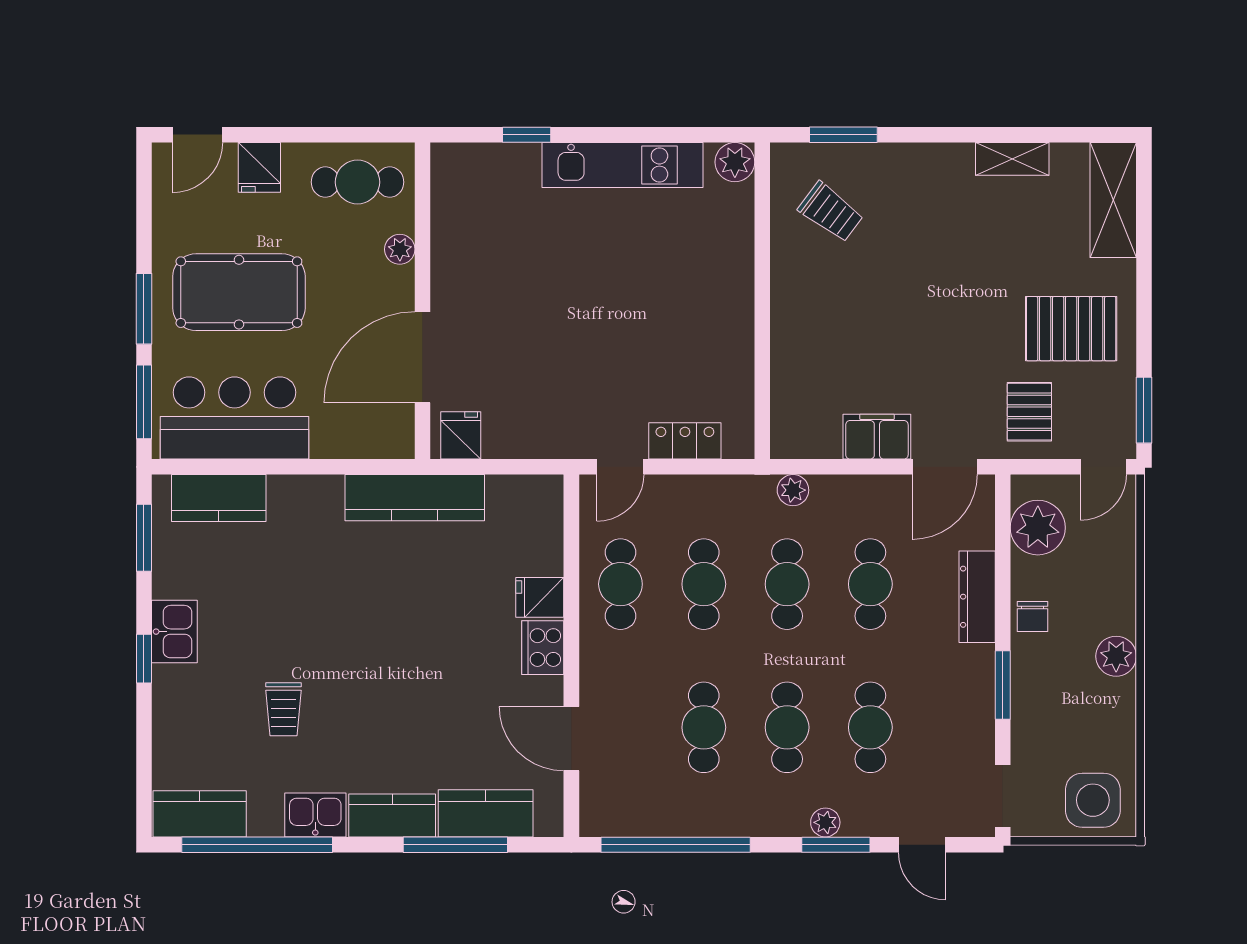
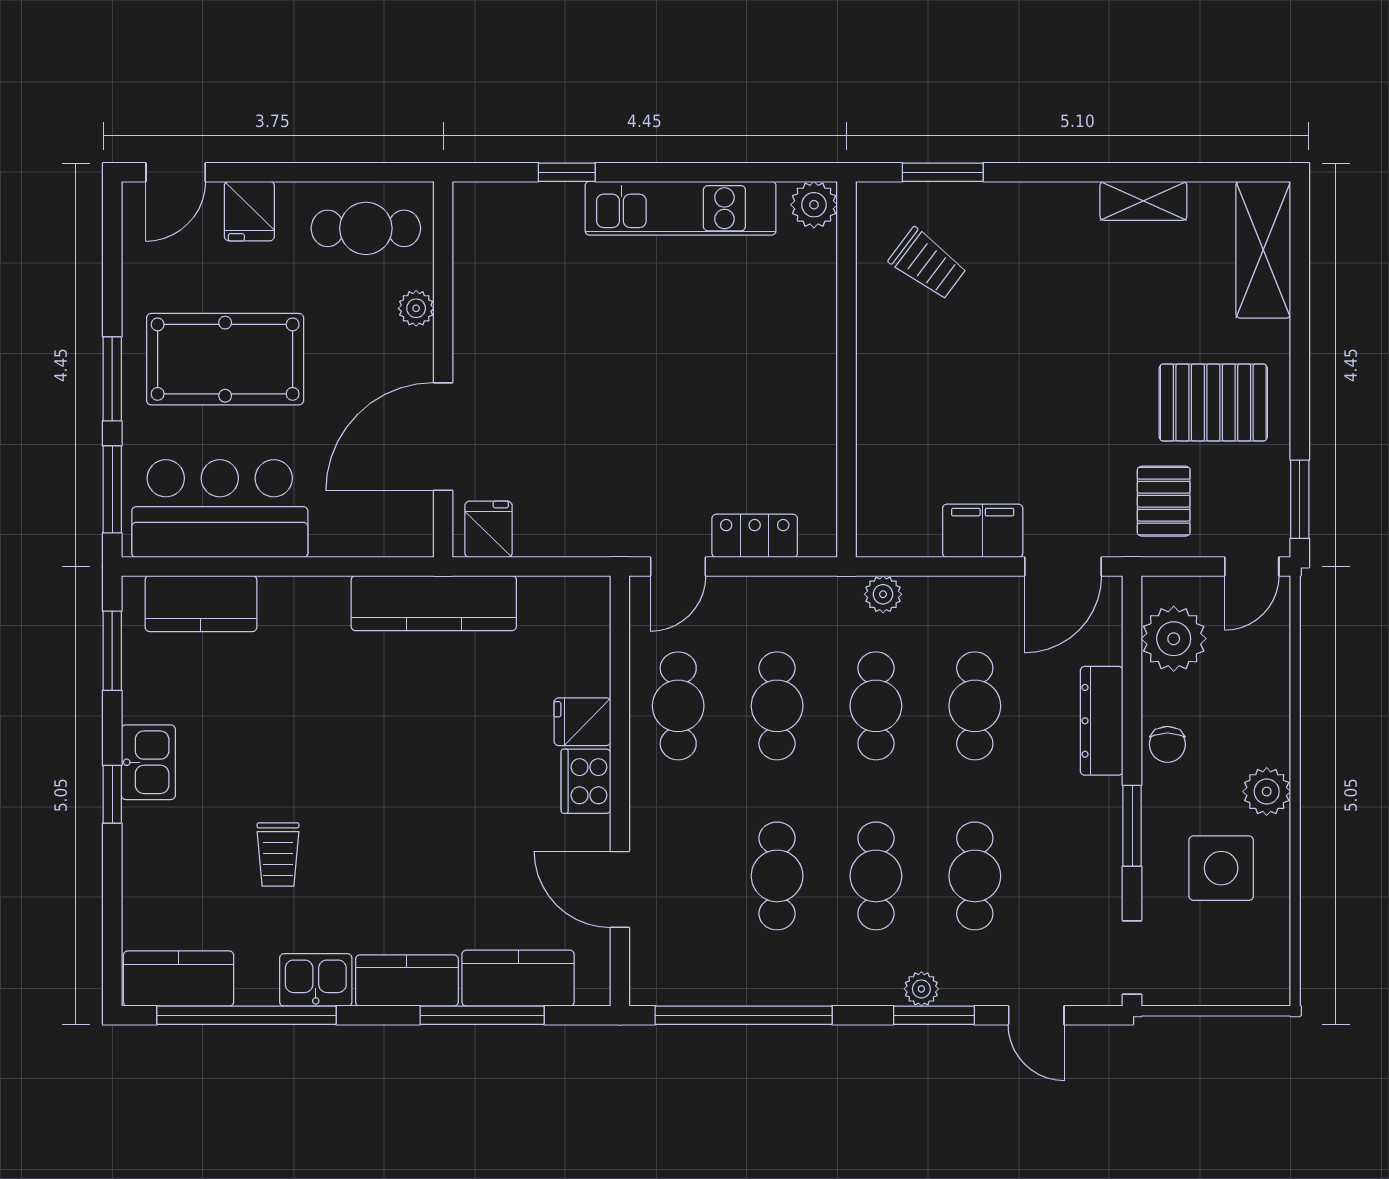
side table: (1093, 800) -> (1221, 868), moved

